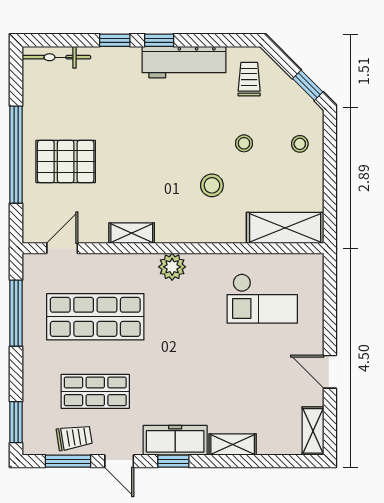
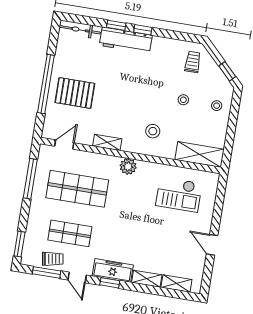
workbench: (184, 62) -> (126, 40), moved
stool: (212, 185) -> (153, 131), moved
shelving: (313, 431) -> (176, 283), moved, turned 90

